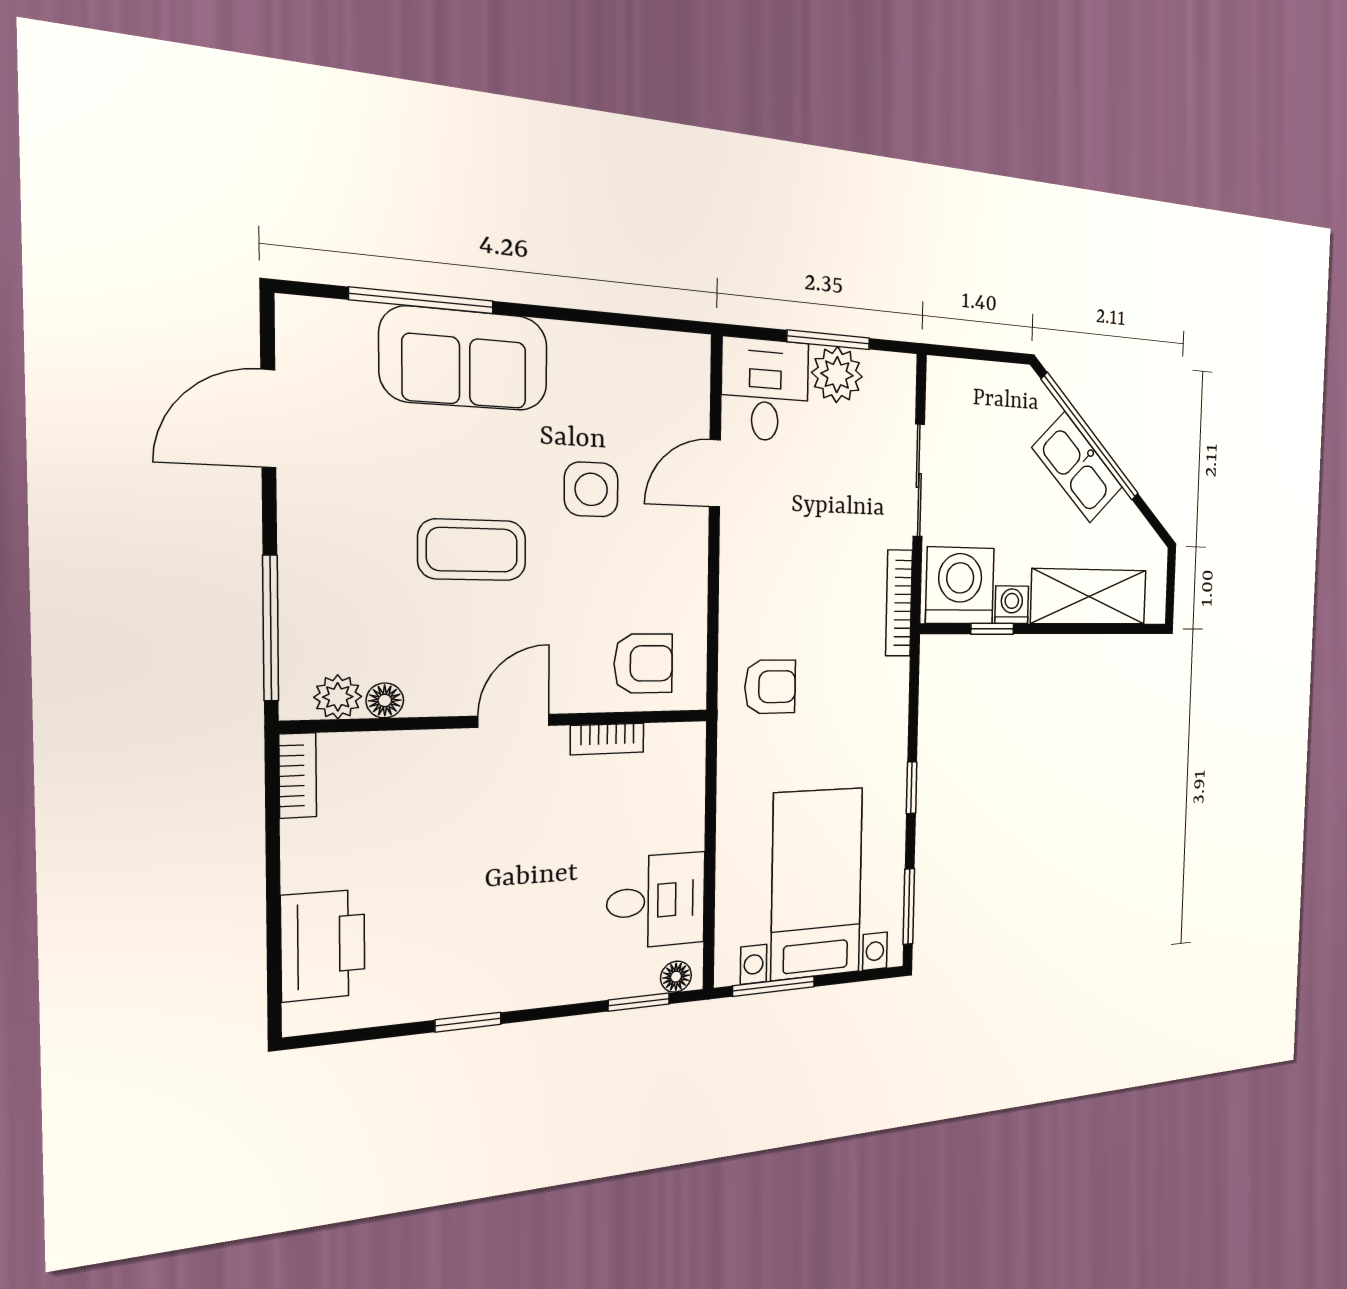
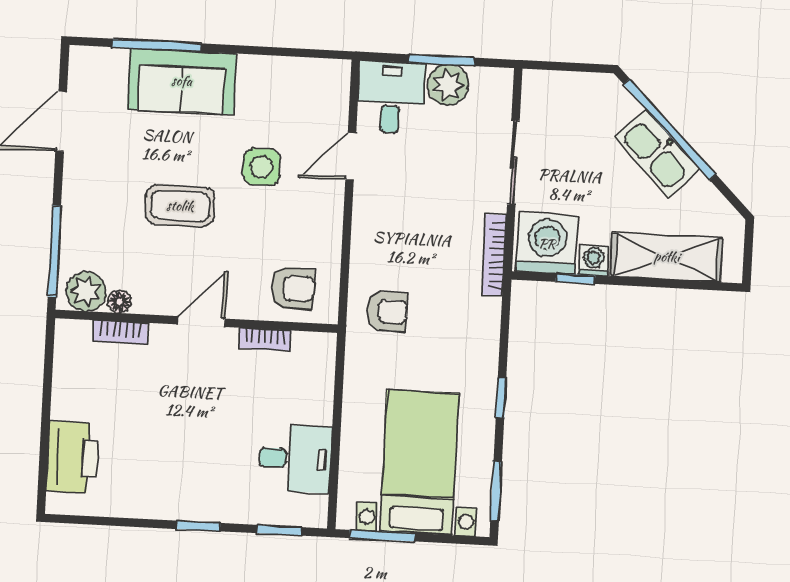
plant: (338, 697) -> (86, 292), width x1.38, depth x1.38
bookcase: (298, 776) -> (120, 332), moved, turned 90
floor lamp: (676, 977) -> (307, 516), removed
window: (468, 1022) -> (198, 526), moved

